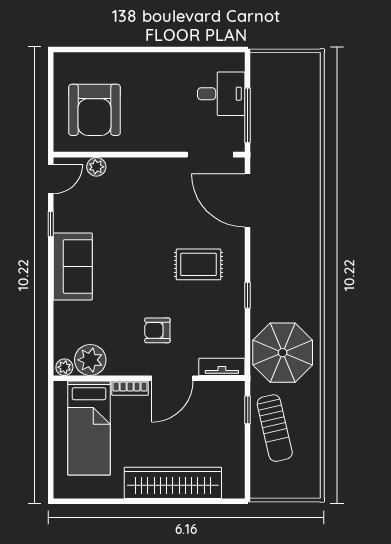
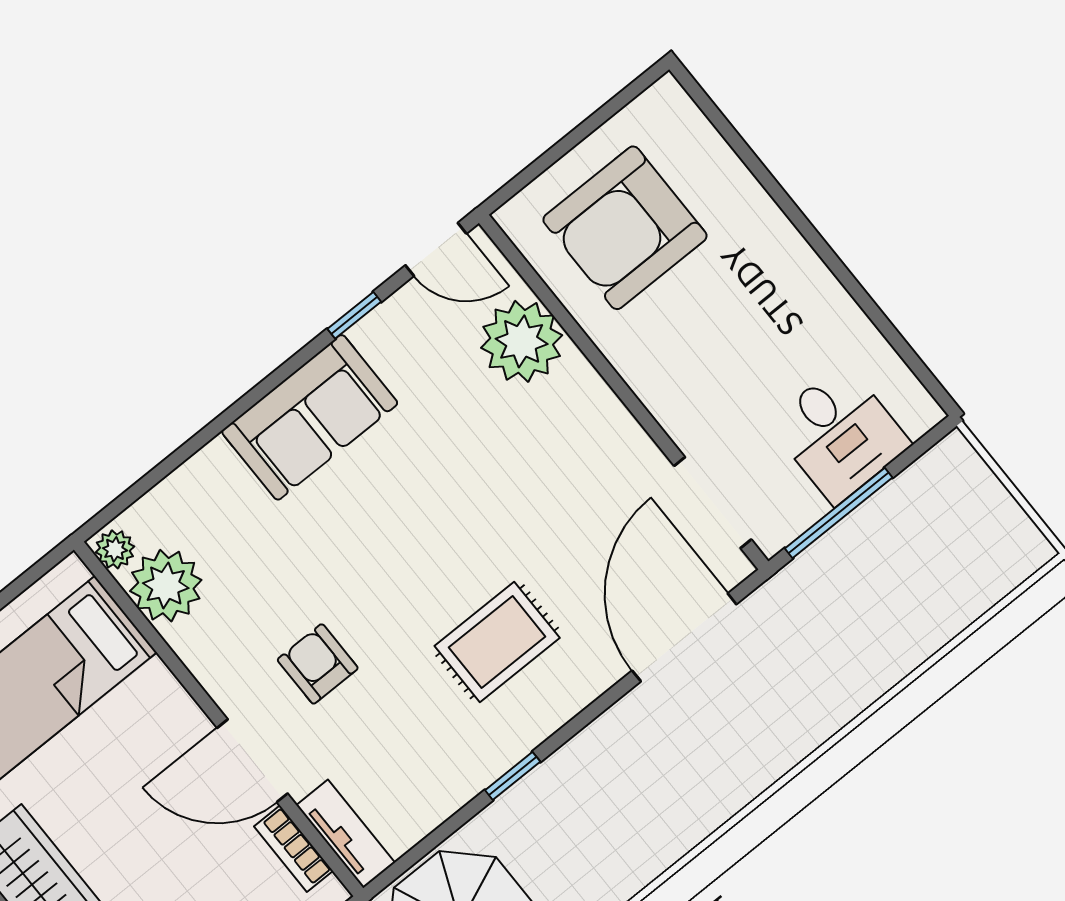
plant: (96, 167) -> (522, 341), width x1.87, depth x1.87
rug: (199, 264) -> (497, 642), turned 90
bookcase: (130, 388) -> (294, 849), moved

